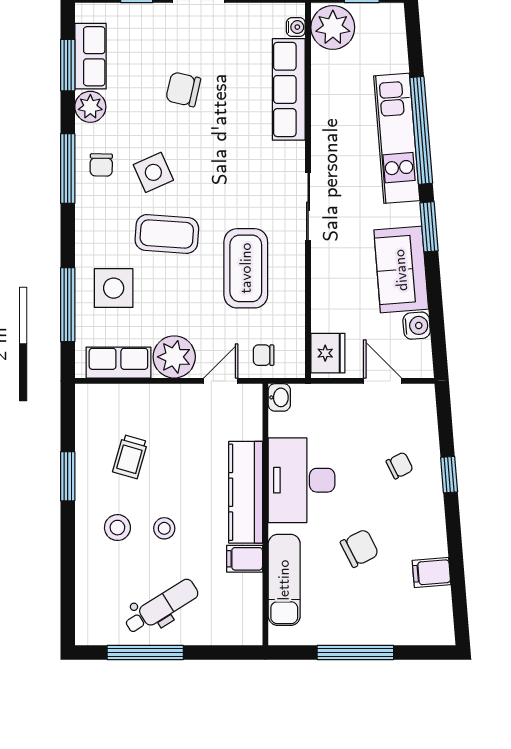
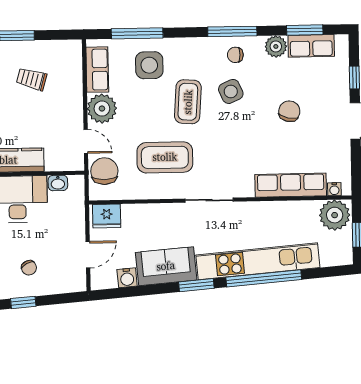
kitchen unit: (397, 138) -> (258, 261), width x1.36
chair: (264, 355) -> (104, 171), width x1.87, depth x1.87
washbasin: (279, 397) -> (58, 183), moved

